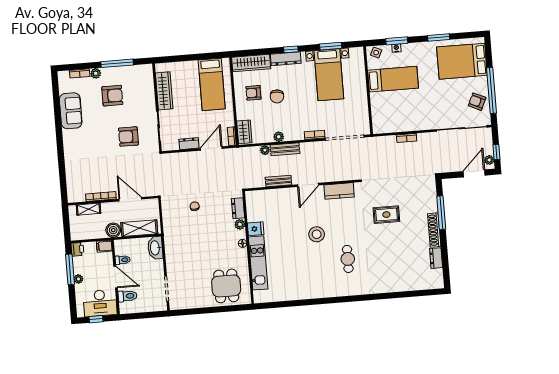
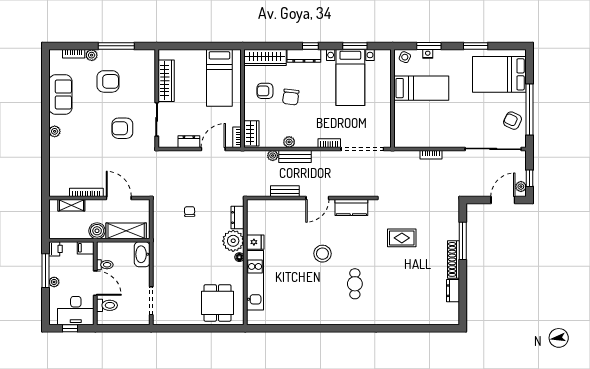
plant: (68, 144) -> (55, 131), added
plant: (240, 224) -> (233, 241), width x1.87, depth x1.87

